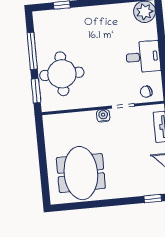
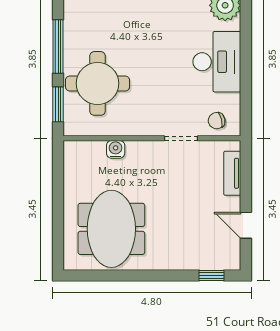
desk: (143, 57) -> (217, 62), width x1.37
water cooler: (103, 116) -> (116, 149), moved

